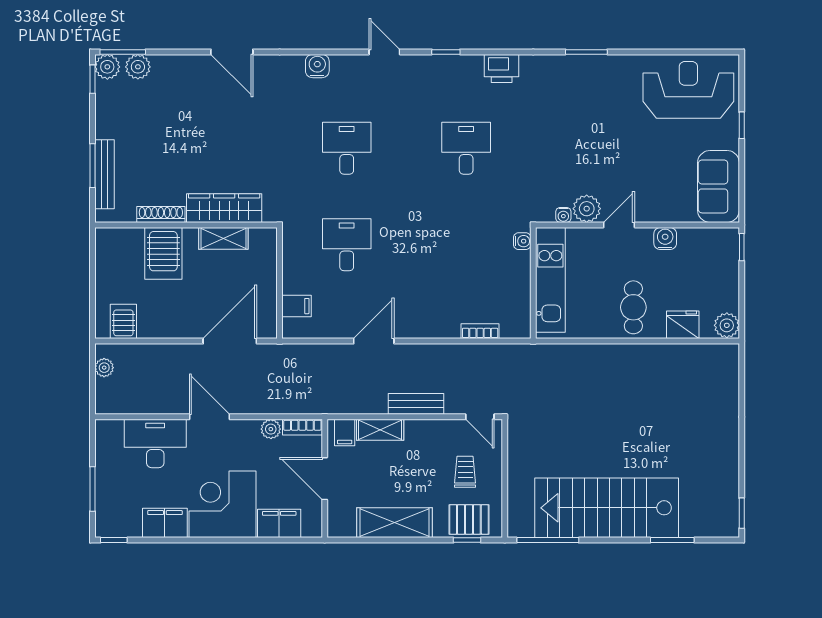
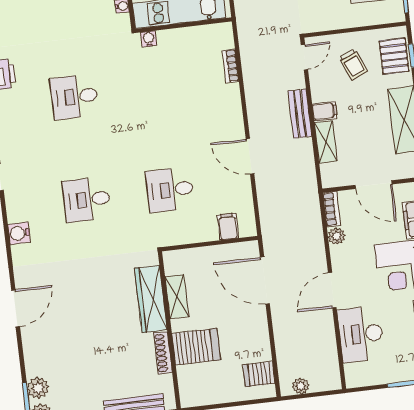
filing cabinet: (345, 433) -> (325, 111), moved
trolley: (465, 472) -> (353, 64), turned -113
door: (325, 479) -> (374, 185), hinge flipped

